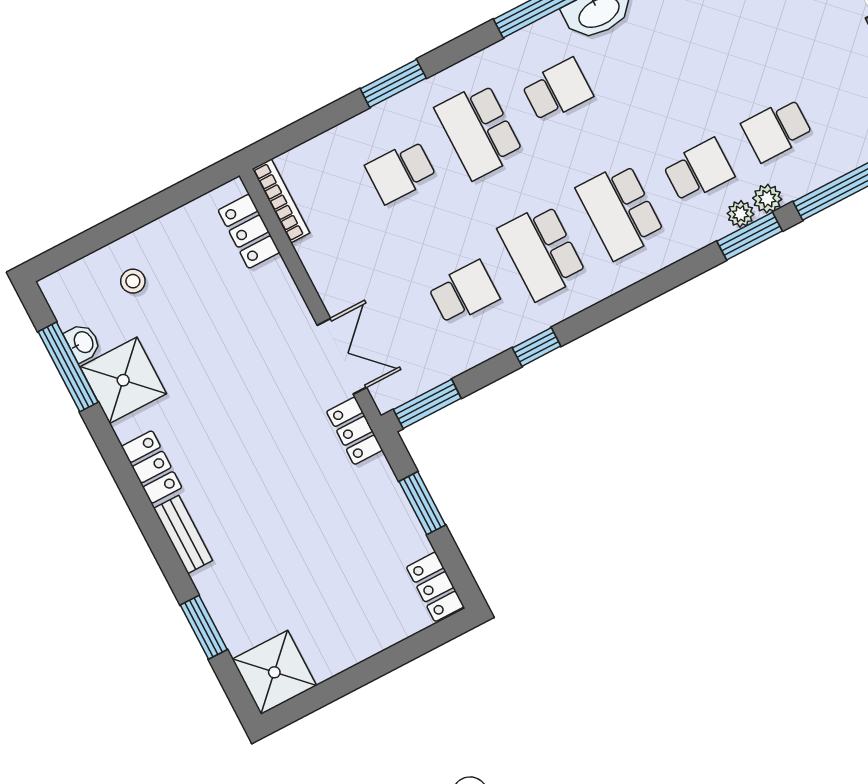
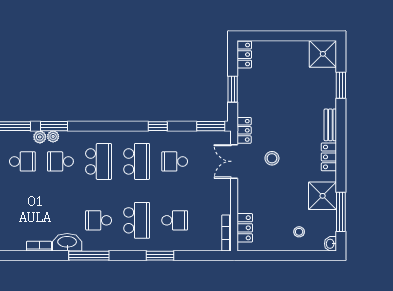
washbasin: (83, 342) -> (330, 244), moved
stool: (267, 403) -> (272, 158), added

